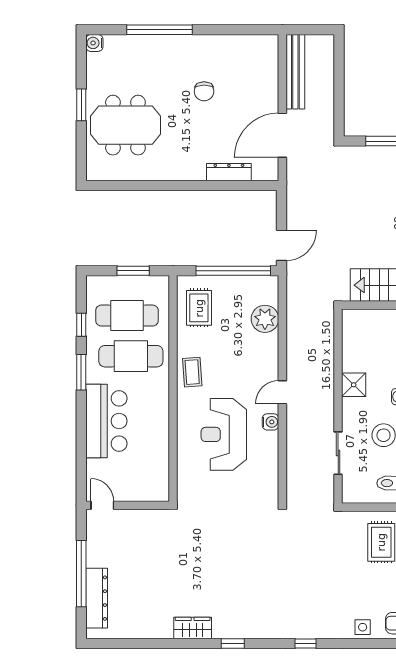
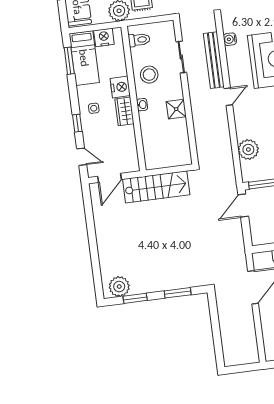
bench: (295, 72) -> (214, 60), moved
water cooler: (270, 422) -> (230, 39), moved

